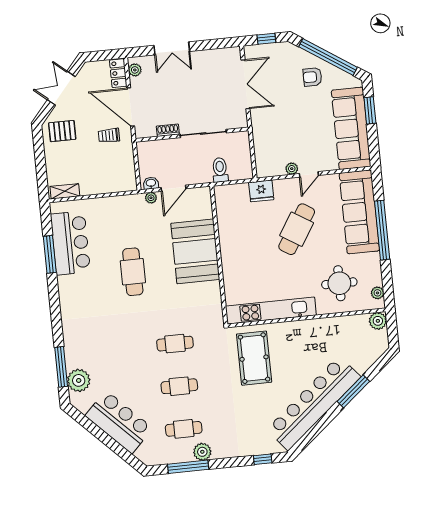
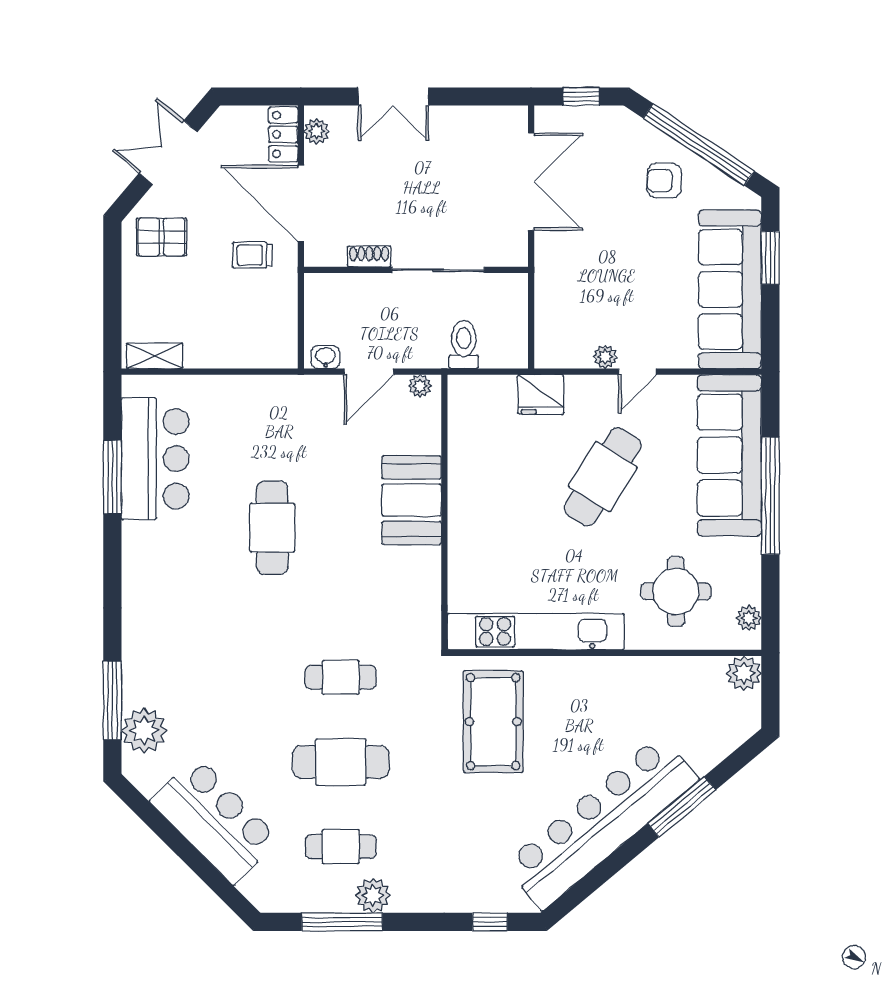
plant: (151, 198) -> (420, 386), moved
booth: (195, 251) -> (412, 500), width x0.73, depth x0.70
cafe table: (179, 386) -> (341, 762), width x1.37, depth x1.35

